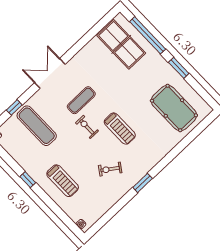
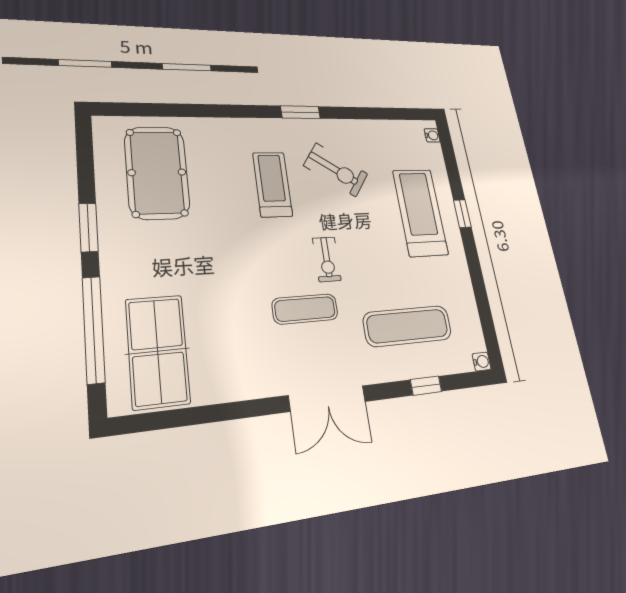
exercise mat: (37, 126) -> (408, 326), turned 90
treadmill: (120, 129) -> (272, 184), moved
exercise bike: (110, 169) -> (336, 170), width x1.38, depth x1.39
window: (28, 180) -> (462, 214), moved
treadmill: (63, 181) -> (420, 212), width x1.37, depth x1.38

